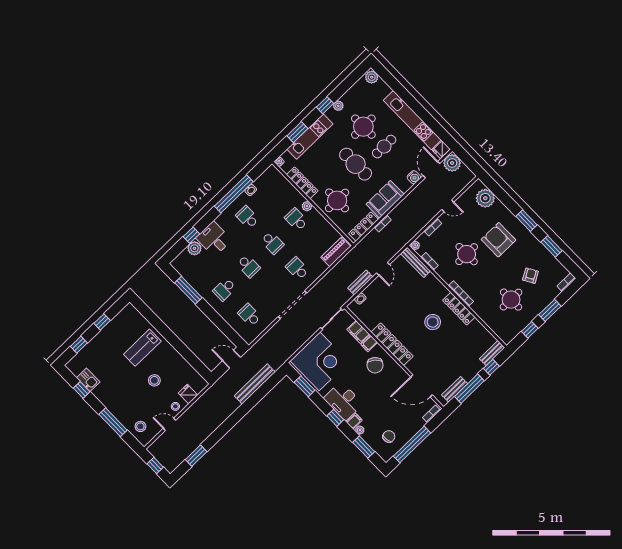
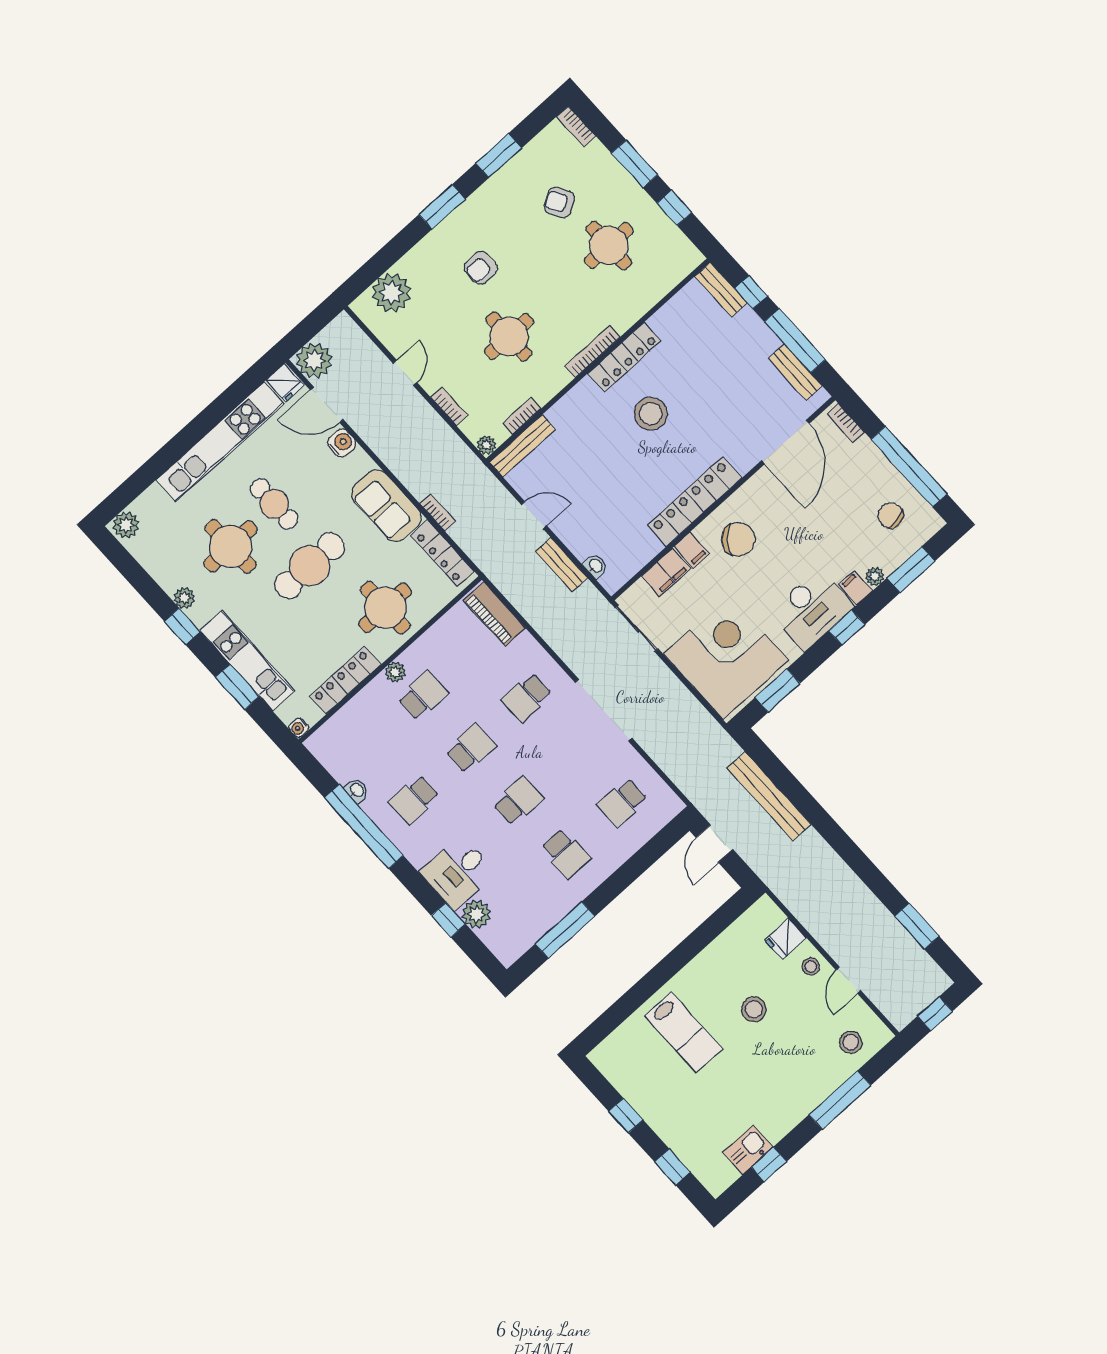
school desk: (296, 220) -> (423, 696), turned 180
armchair: (498, 240) -> (481, 268), width x0.53, depth x0.53

